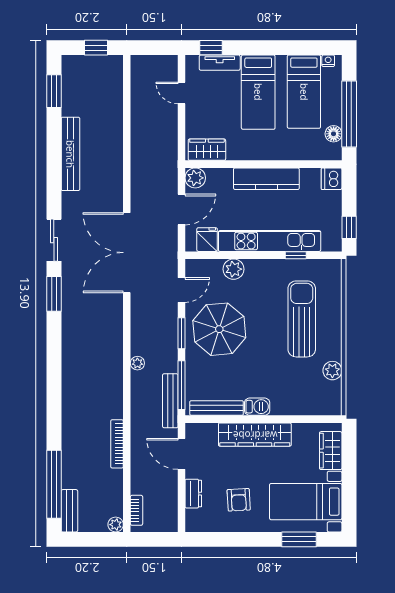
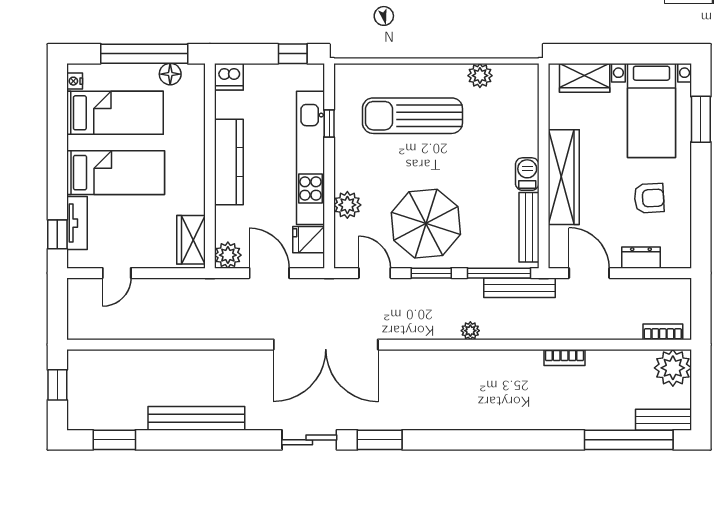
bookcase: (117, 444) -> (565, 357), width x0.64
door: (181, 454) -> (589, 273), swing flipped
plant: (116, 525) -> (673, 368), width x1.88, depth x1.88

